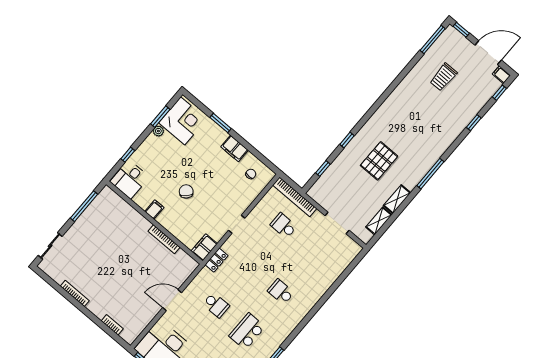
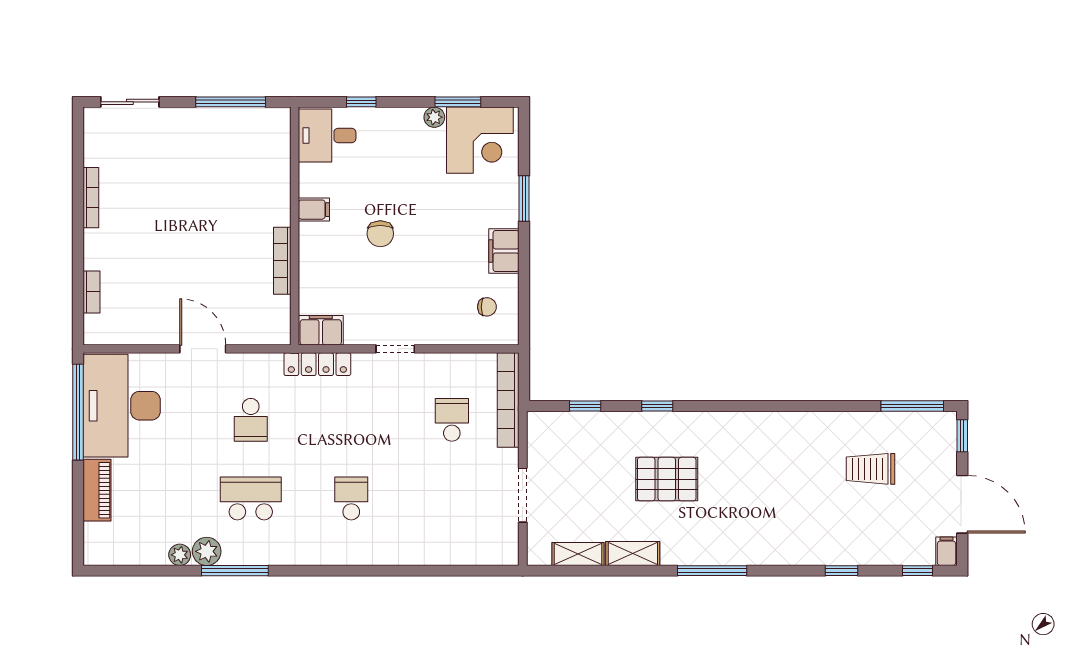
chair: (186, 191) -> (380, 234), turned 135
locker: (216, 260) -> (317, 364), width x1.53

